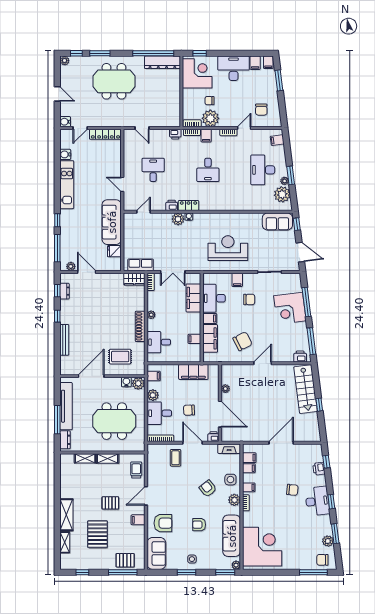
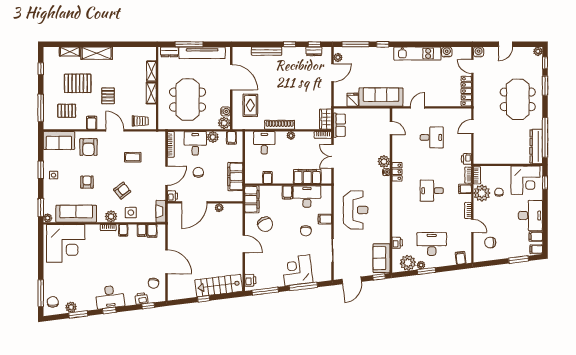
printer: (172, 205) -> (397, 243), moved
filing cabinet: (210, 338) -> (252, 199), moved, turned -90
coffee table: (176, 458) -> (133, 157), moved
chair: (292, 490) -> (153, 283), moved
pallet: (125, 560) -> (67, 111), moved, turned 90

